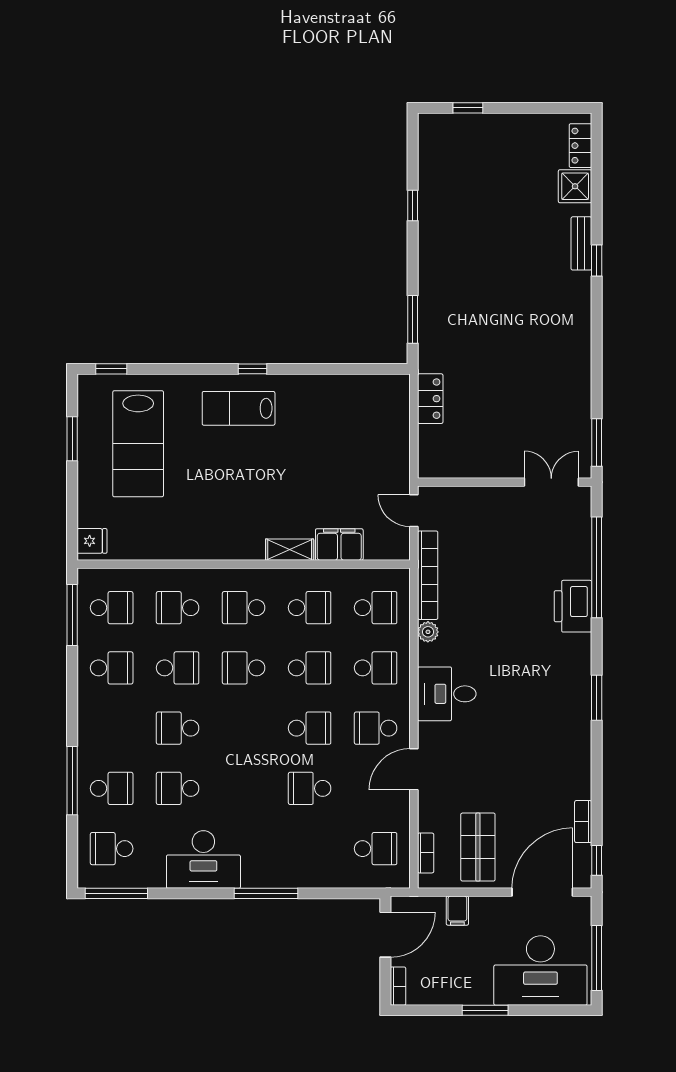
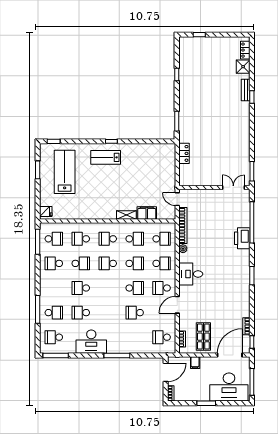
lab bench: (138, 444) -> (65, 172), turned 180
school desk: (112, 668) -> (54, 263), turned 180
school desk: (376, 849) -> (162, 337), turned 180

